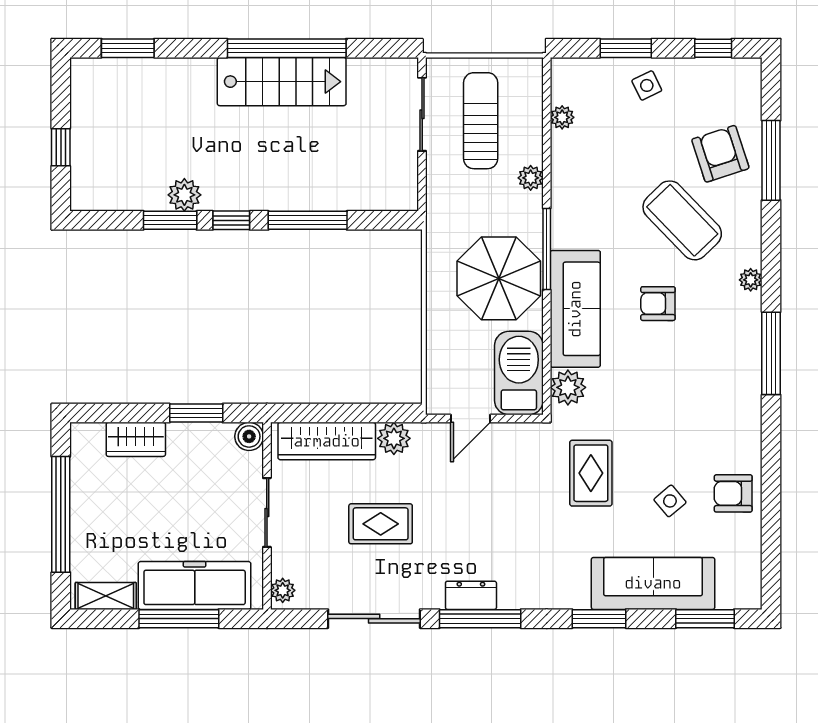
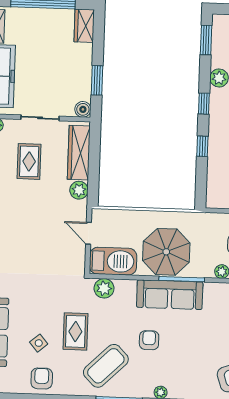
window: (170, 220) -> (206, 40), moved
window: (308, 220) -> (202, 146), width x0.46
coffee table: (682, 220) -> (106, 366), moved
sofa: (575, 309) -> (170, 295), moved
wardrobe: (136, 439) -> (84, 26), moved
rug: (591, 473) -> (75, 331), moved, turned 90
rug: (381, 524) -> (29, 161), moved

